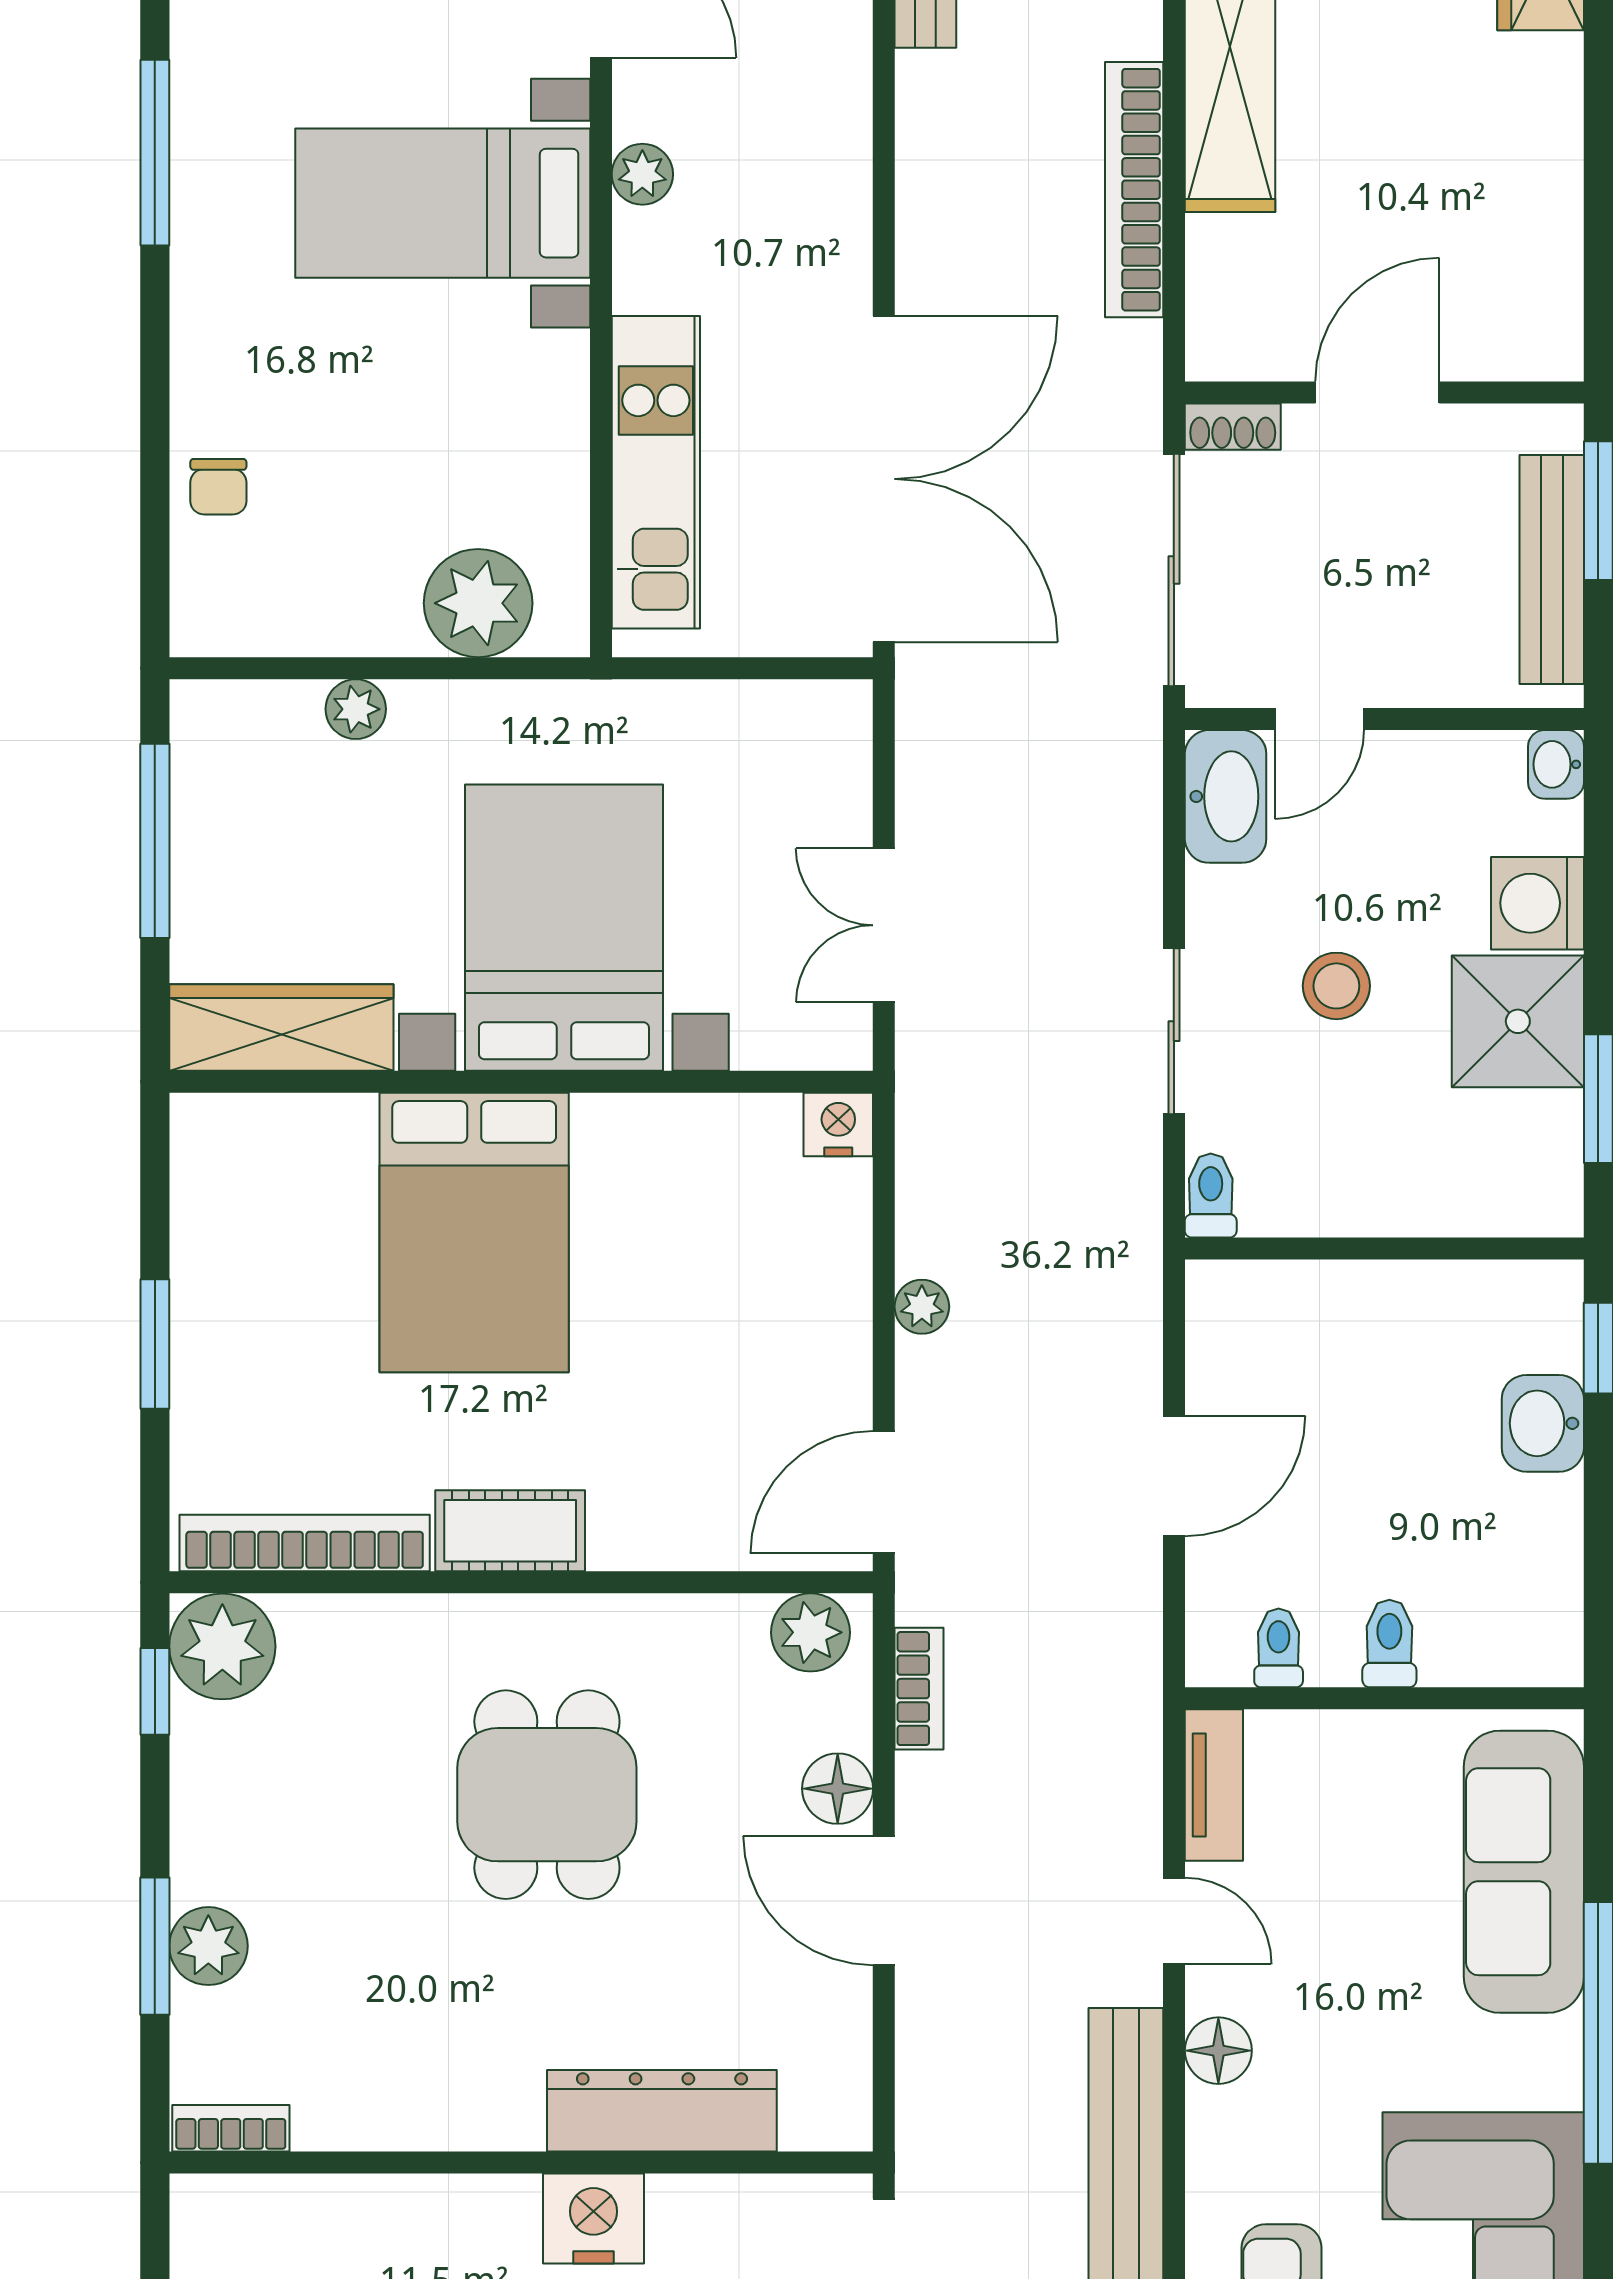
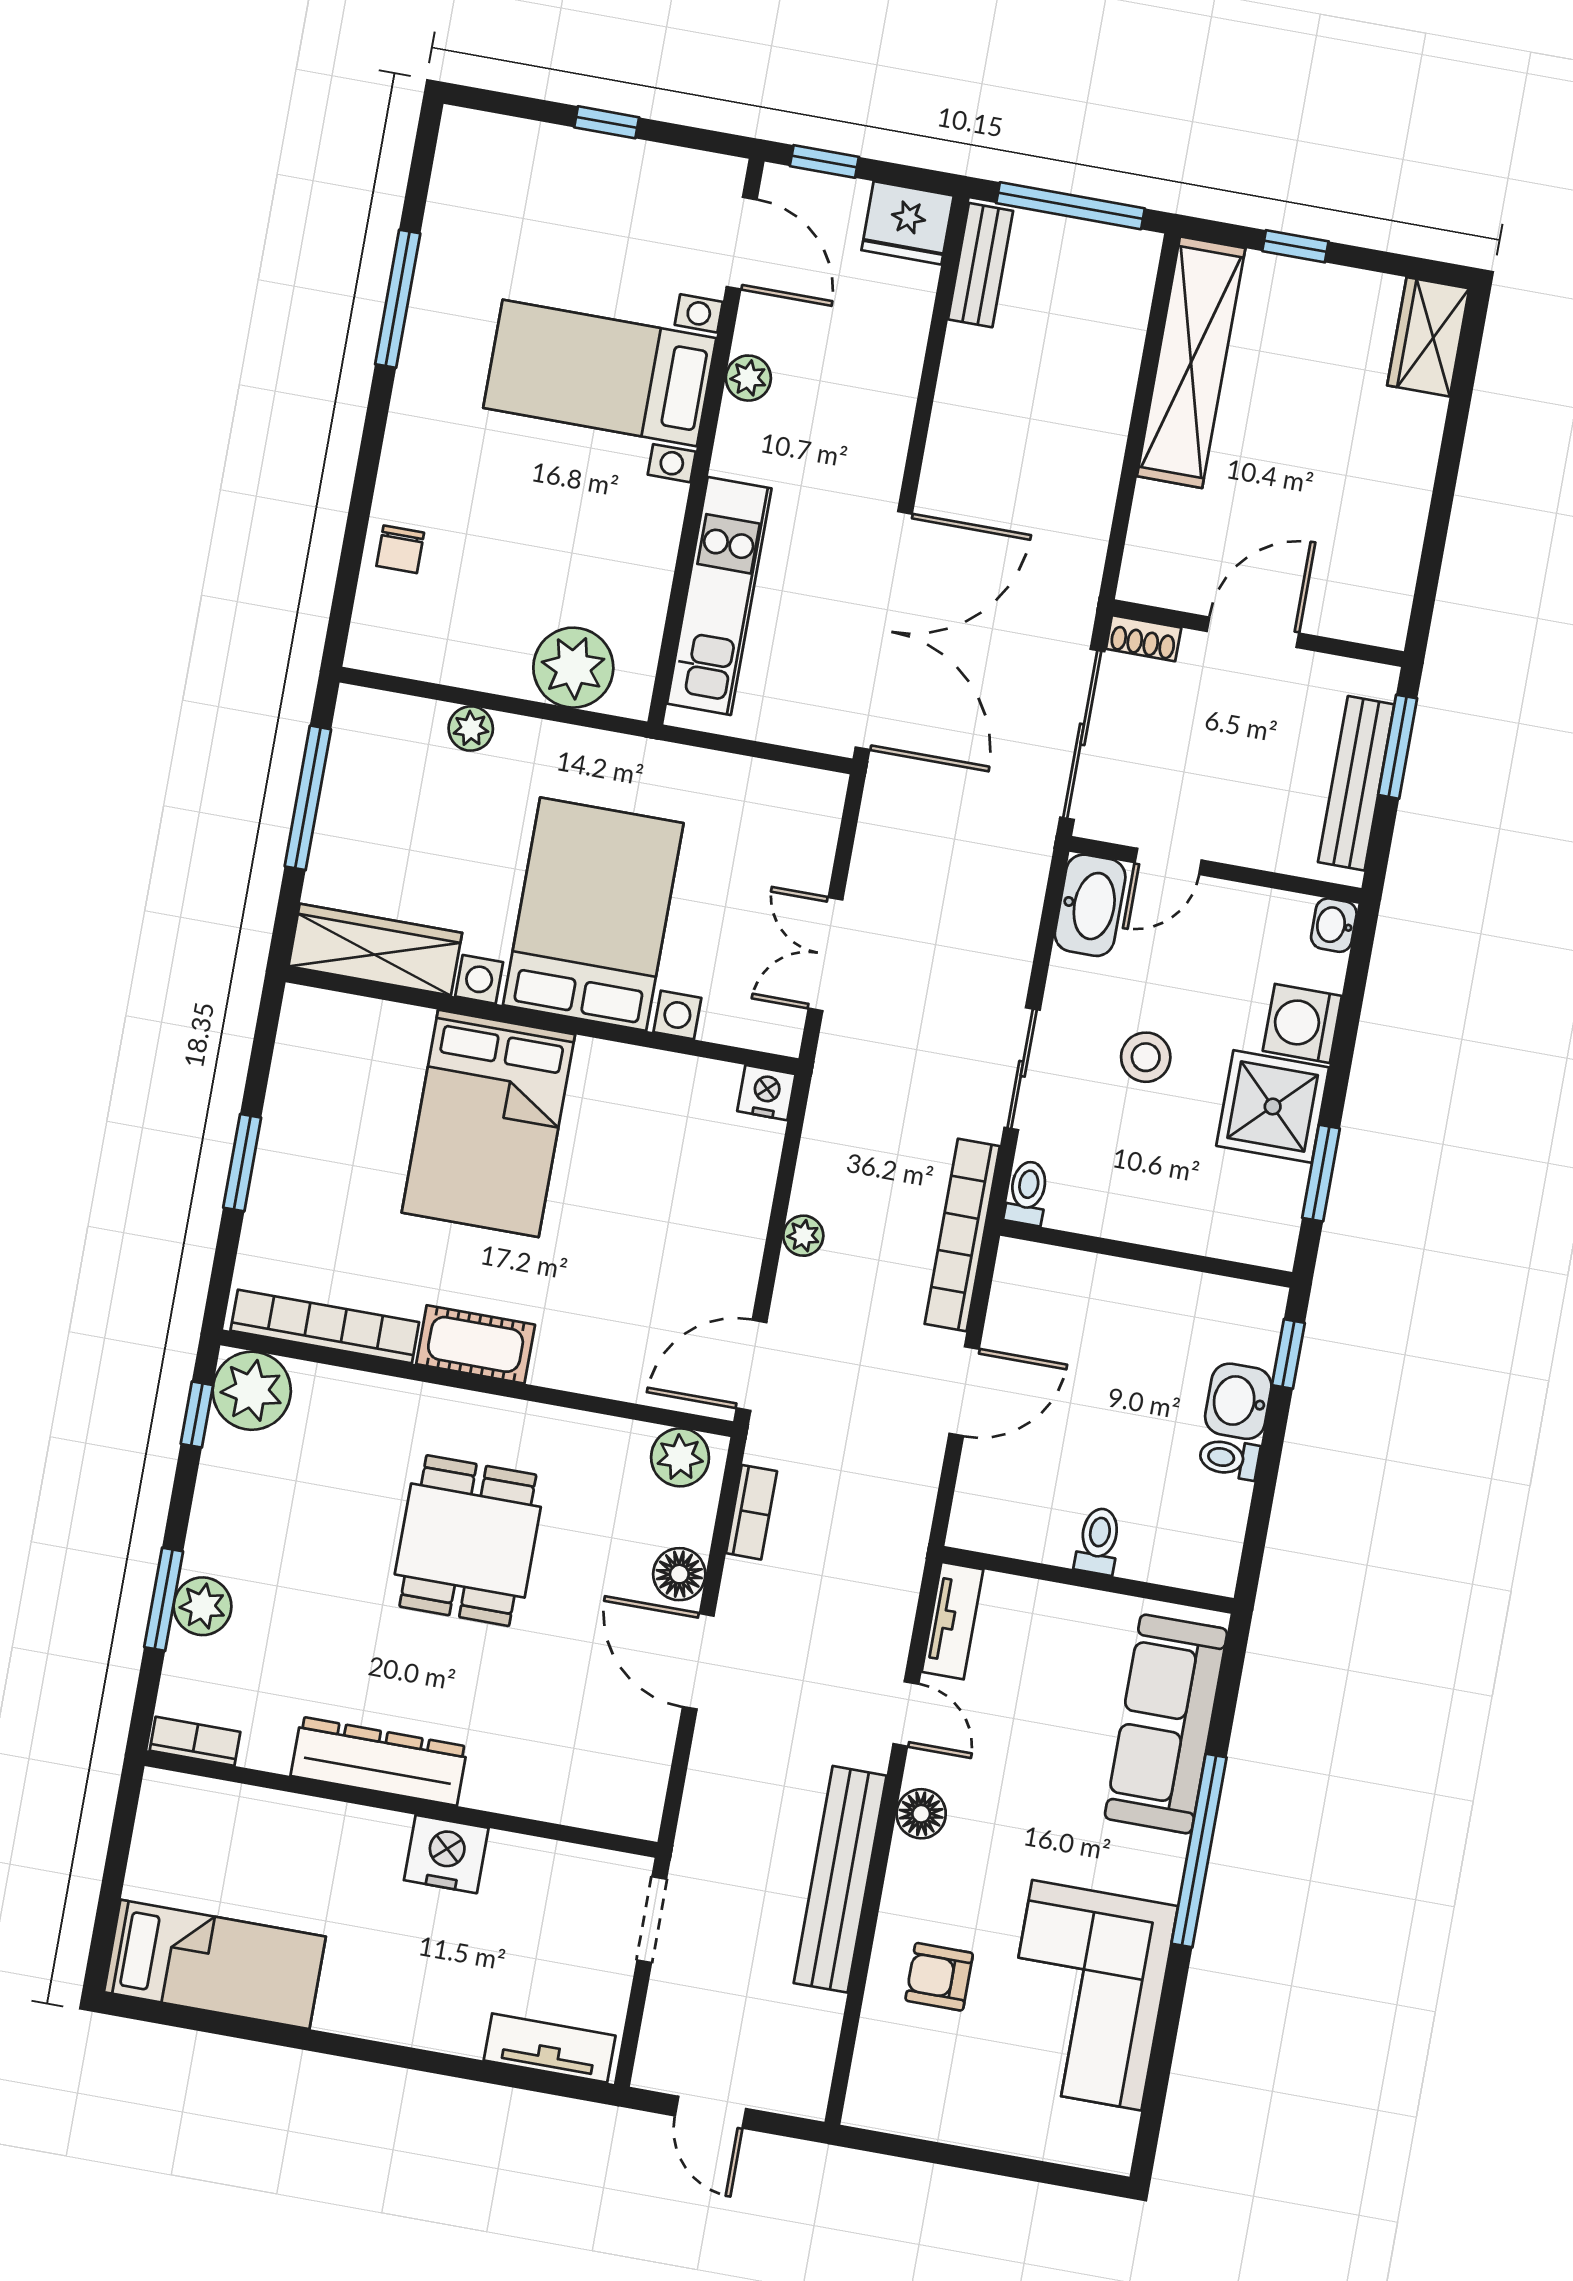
bookcase: (1134, 190) -> (962, 1235), moved
toilet: (1279, 1648) -> (1229, 1458), moved, turned -90
dresser: (662, 2111) -> (379, 1761), moved

